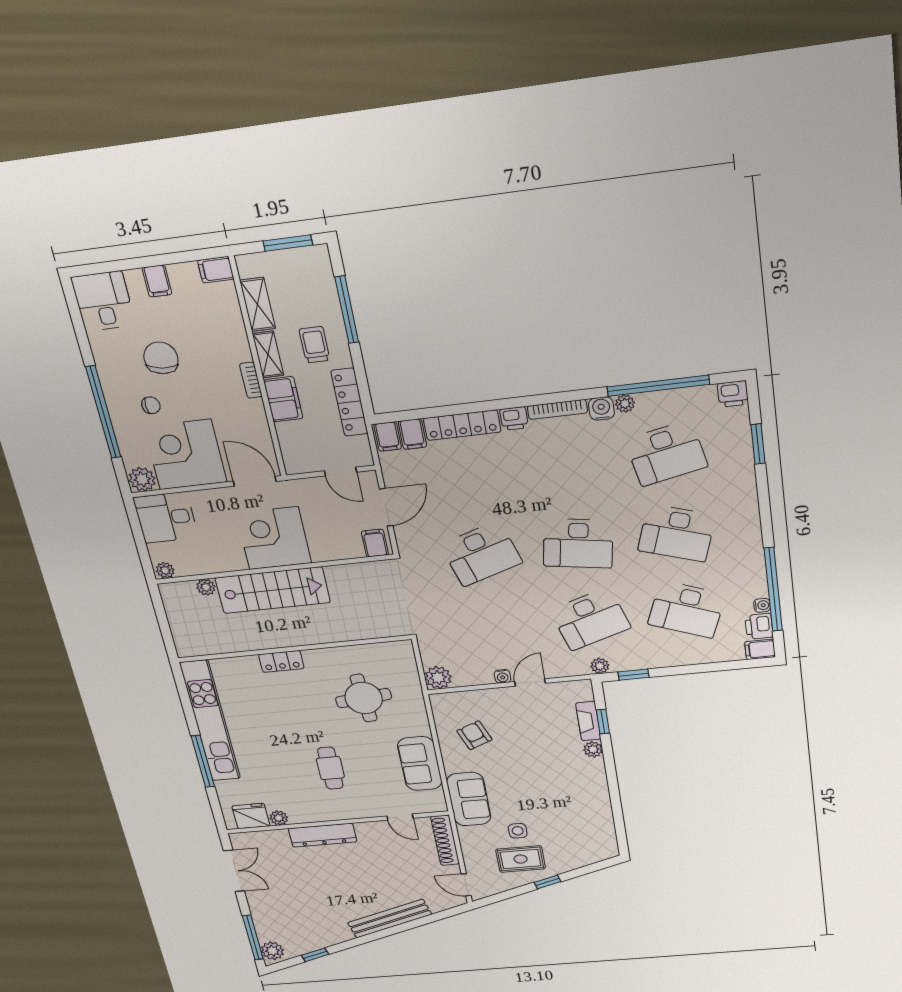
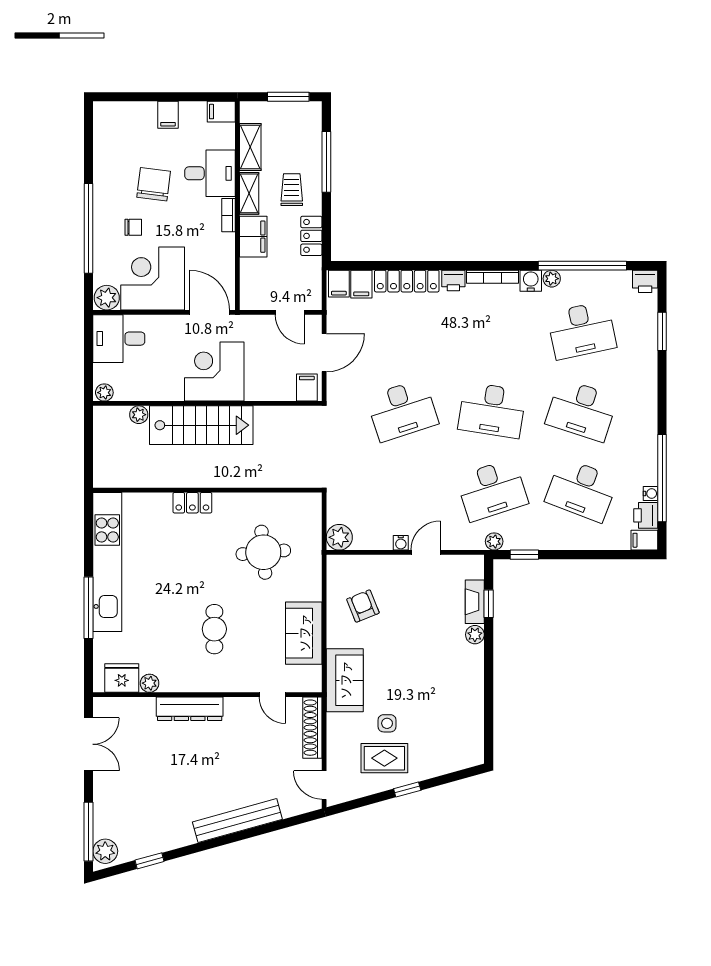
desk: (103, 301) -> (210, 173), moved, turned 90
locker: (349, 402) -> (311, 236), width x0.66

